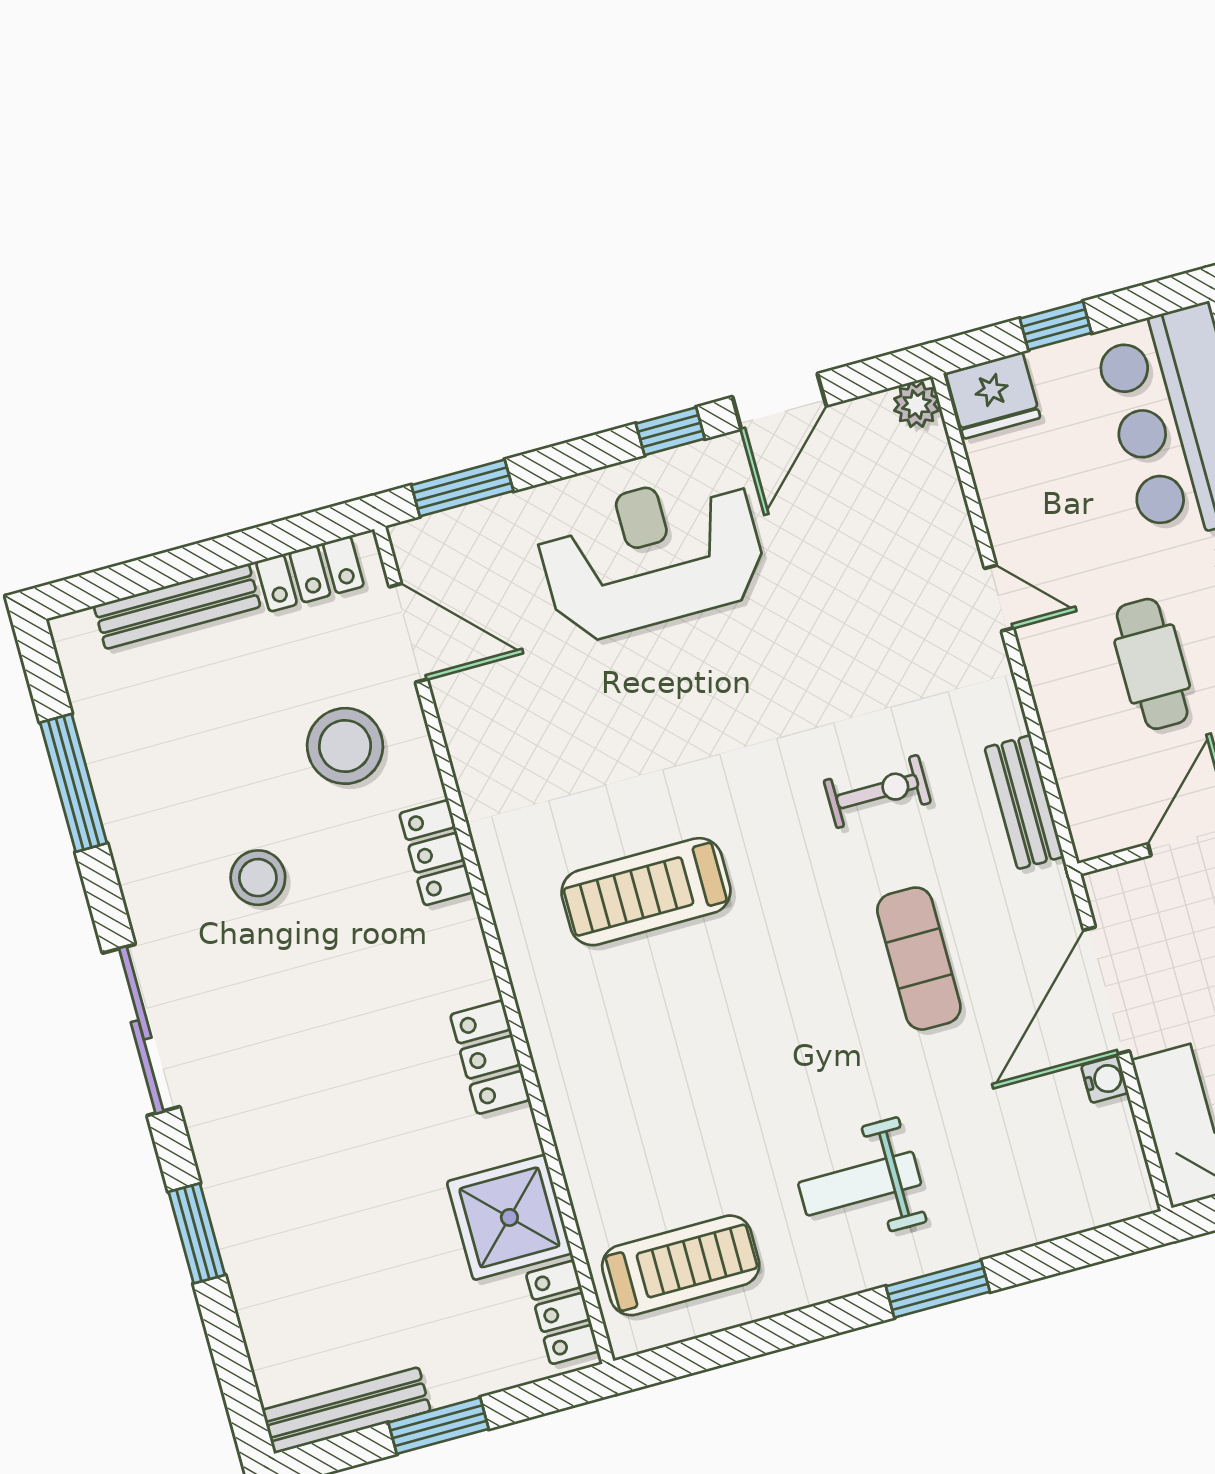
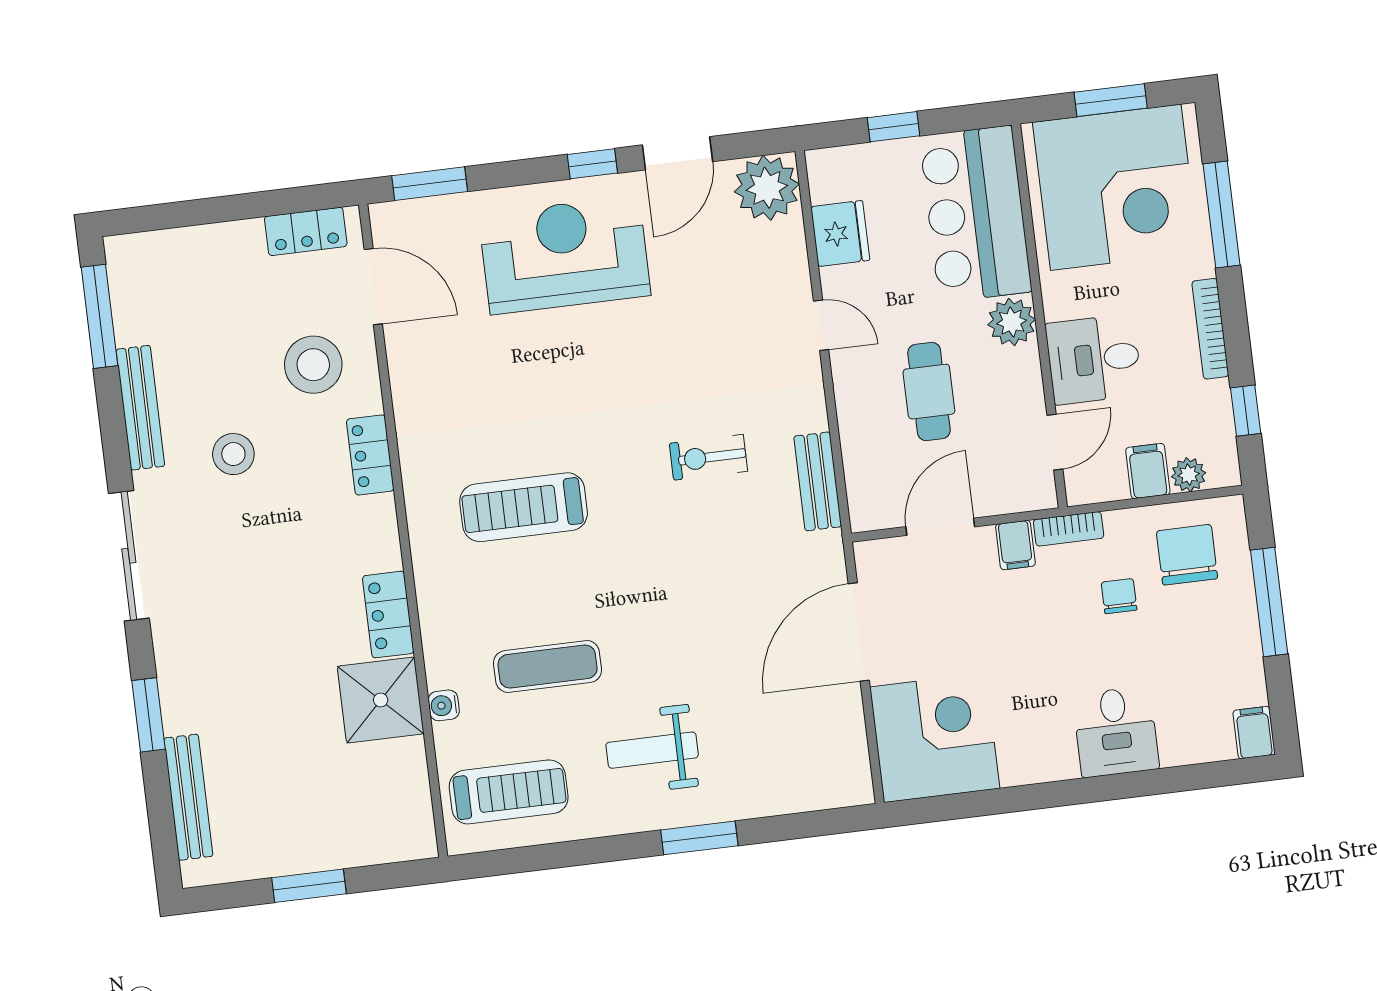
fridge: (993, 395) -> (840, 234), moved, turned -90
plant: (916, 405) -> (767, 188), width x1.87, depth x1.87
bench: (177, 606) -> (140, 408), moved, turned 90
window: (74, 783) -> (100, 316), moved
exercise bike: (877, 792) -> (708, 457), turned 180
exercise mat: (919, 959) -> (548, 667), moved, turned 90
water cooler: (1105, 1079) -> (444, 705), moved, turned 180
shower: (509, 1217) -> (381, 700), moved
locker: (562, 1312) -> (415, 814), removed
bench: (346, 1410) -> (188, 797), moved, turned 90

